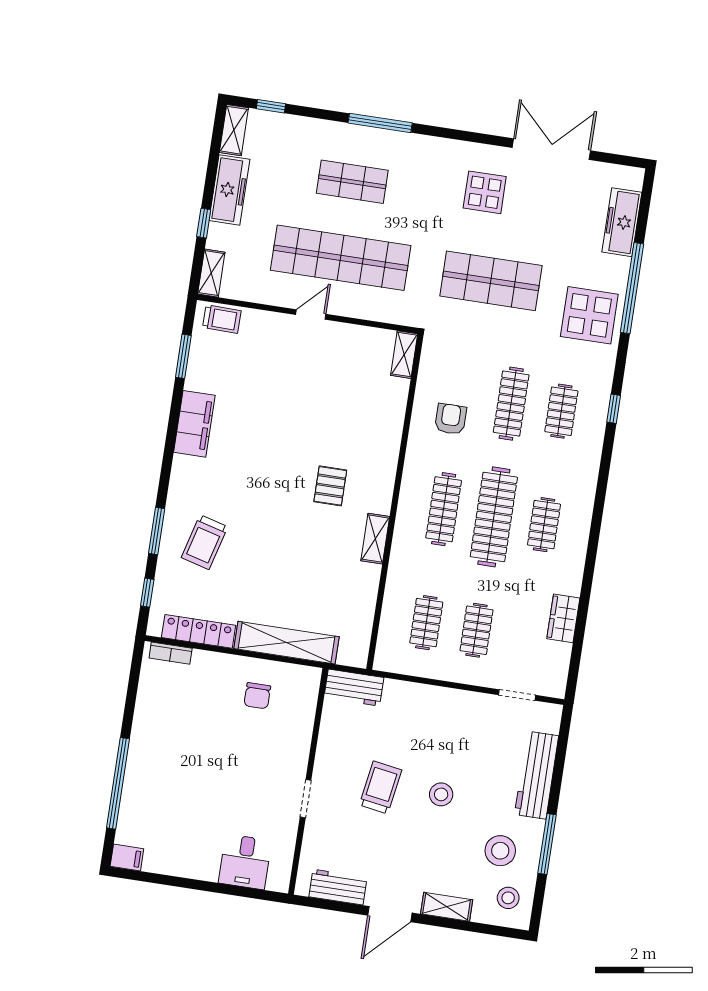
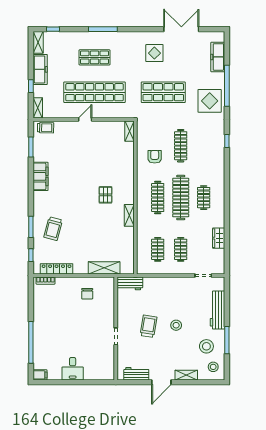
clothes rail: (561, 411) -> (204, 146), removed
shelving: (287, 643) -> (104, 268), width x0.68
desk: (245, 862) -> (73, 369), moved

